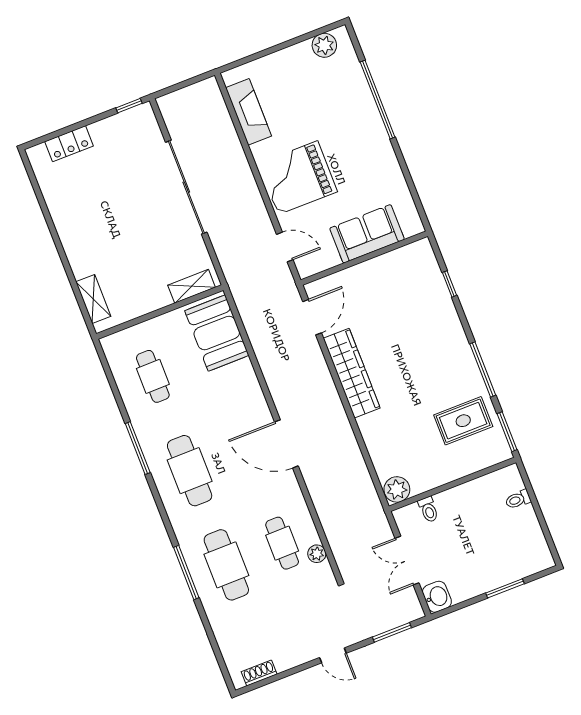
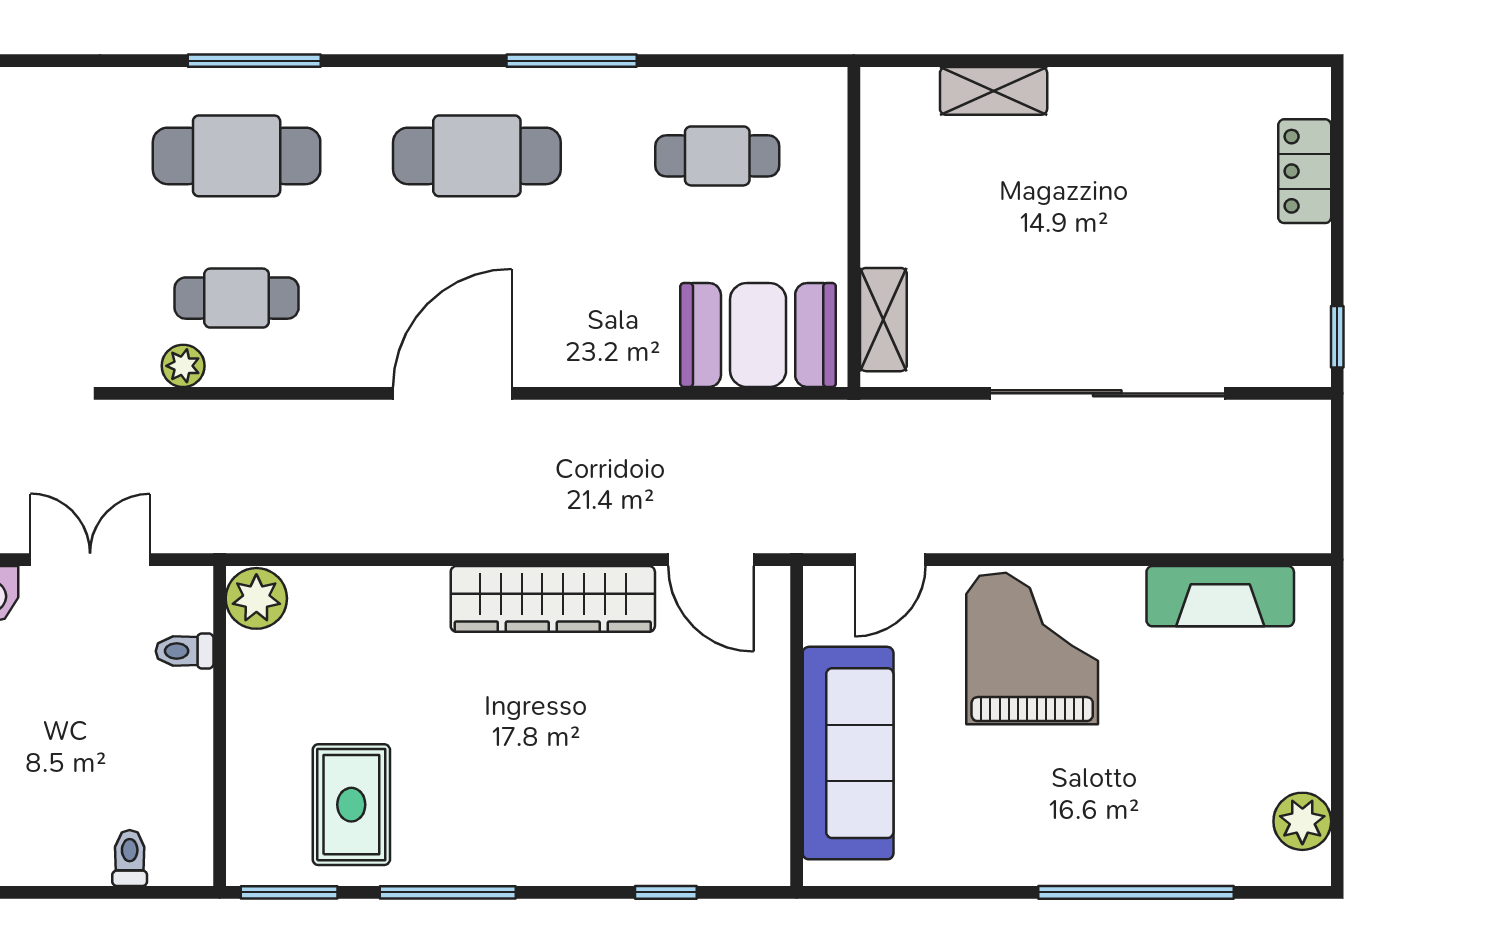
sofa: (367, 234) -> (848, 753), width x1.36
shelving: (93, 299) -> (994, 91), moved

